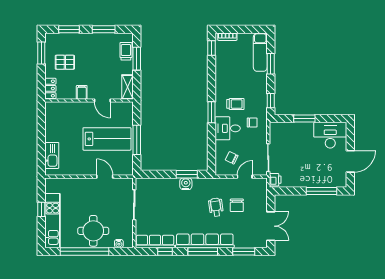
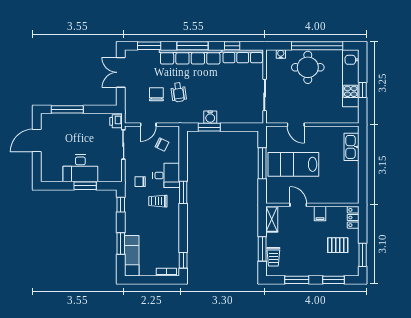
desk: (330, 135) -> (80, 168), moved

